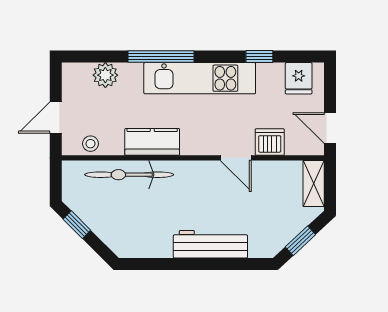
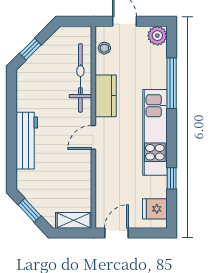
window: (161, 57) -> (172, 83), moved
plant: (105, 75) -> (157, 36), moved
dishwasher: (270, 142) -> (106, 187), removed
door: (236, 158) -> (93, 137), moved
window: (77, 225) -> (30, 49), moved

